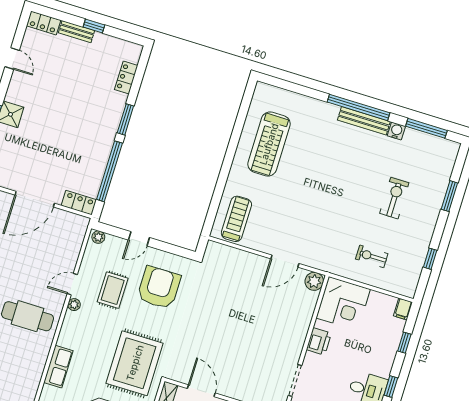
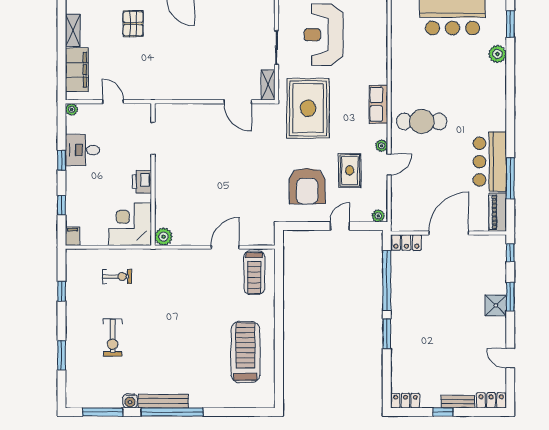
locker: (126, 77) -> (405, 401), moved, turned -90
door: (285, 261) -> (225, 247), moved
row of seats: (58, 367) -> (378, 104), moved

